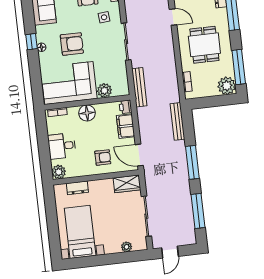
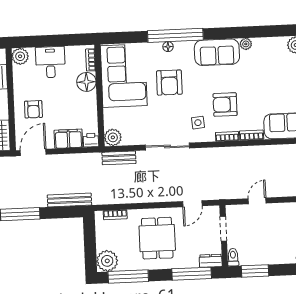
window: (31, 42) -> (175, 35), width x3.17
dining table: (204, 45) -> (157, 238), turned 90
bench: (139, 87) -> (119, 158), width x0.73
plant: (104, 90) -> (113, 137), moved
floor lamp: (87, 113) -> (86, 82), moved

